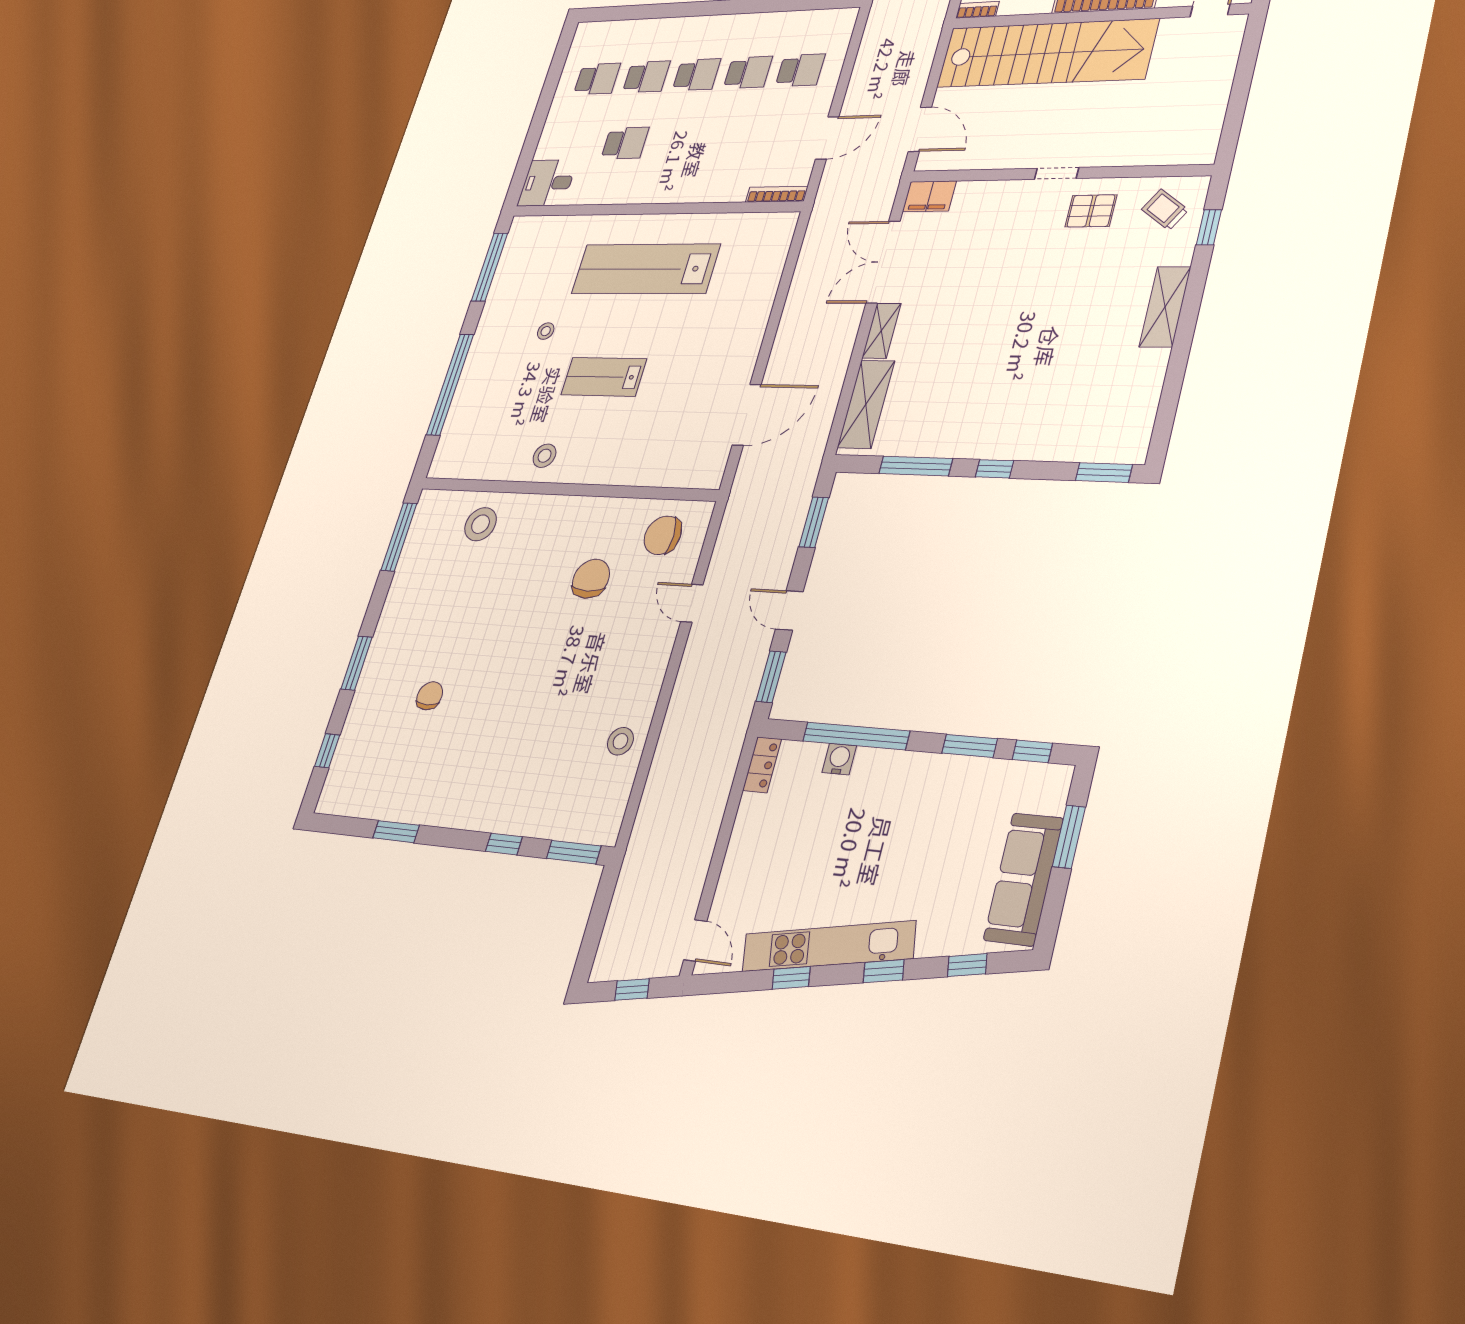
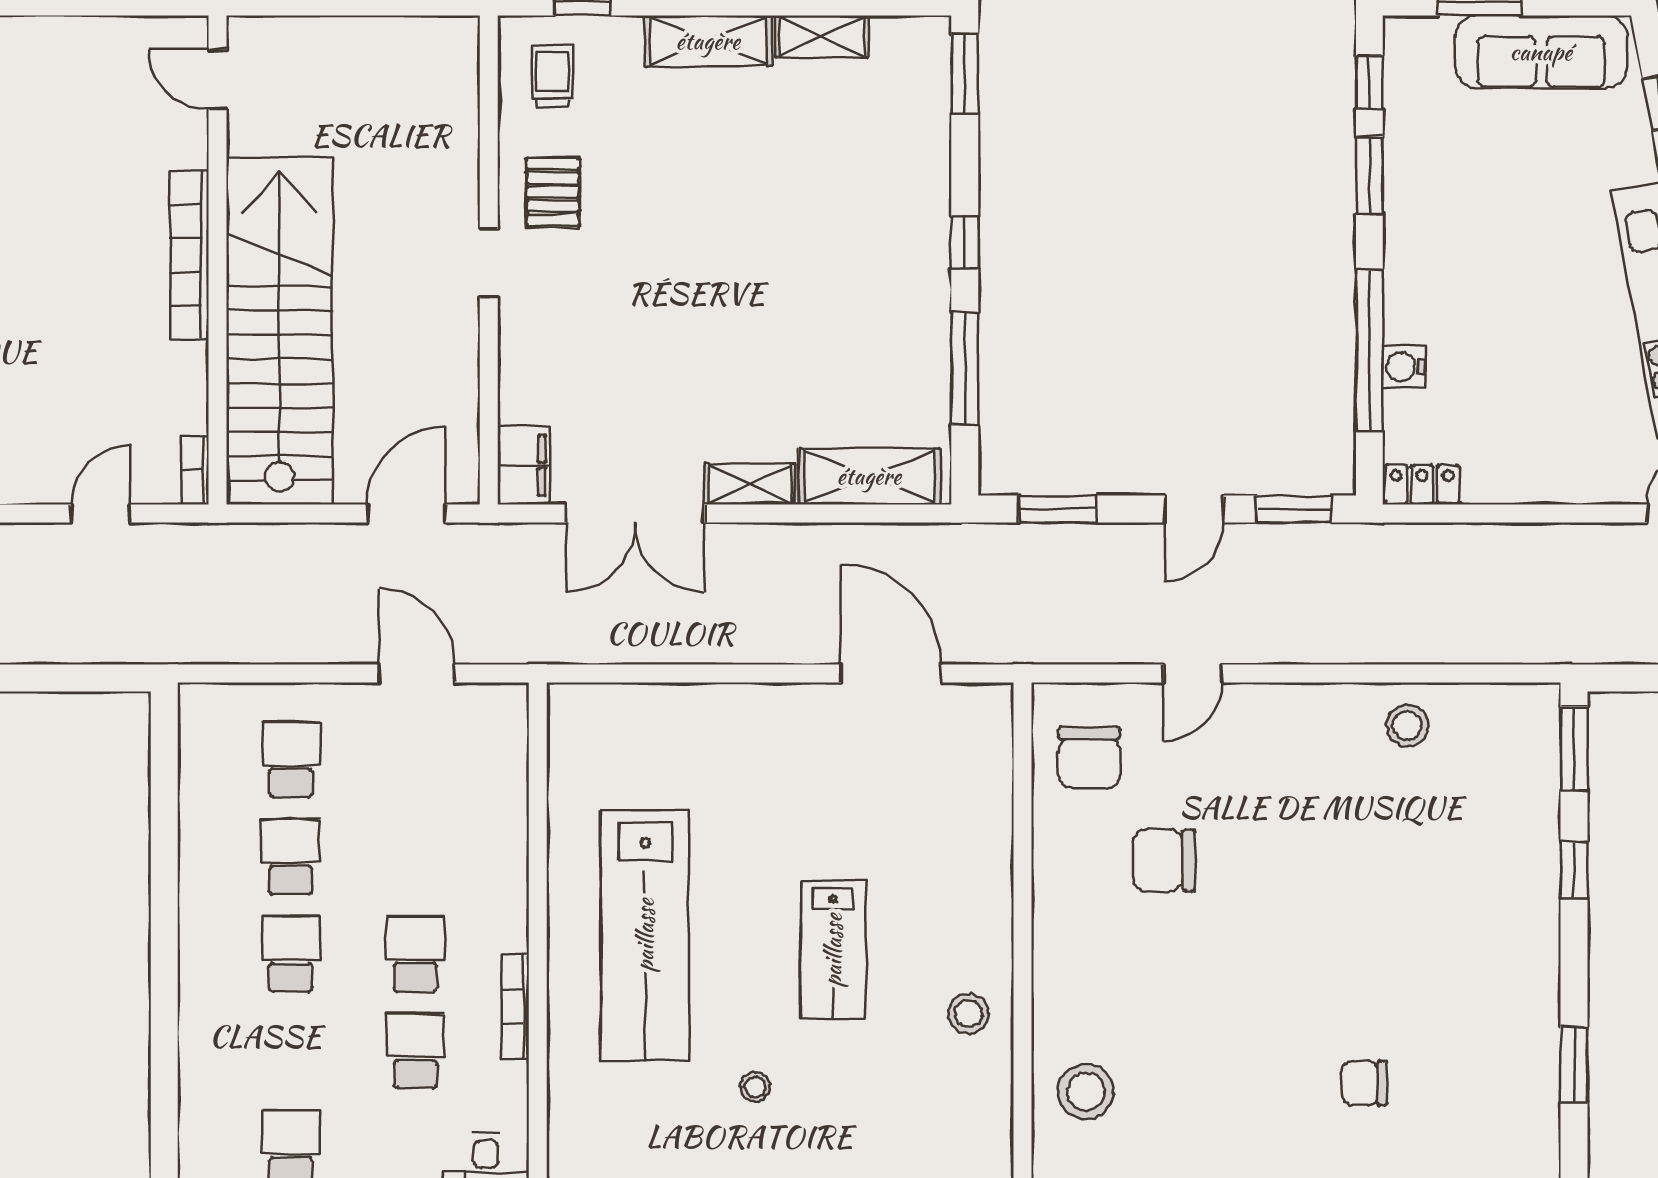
school desk: (646, 77) -> (415, 954), moved
bookcase: (777, 194) -> (515, 1007), moved
trolley: (1165, 210) -> (553, 76), turned 145
shelving: (1151, 380) -> (822, 36), added

